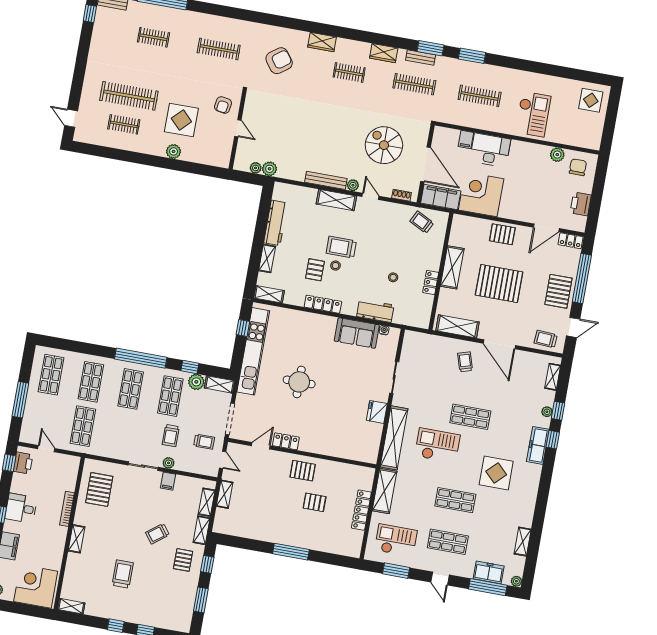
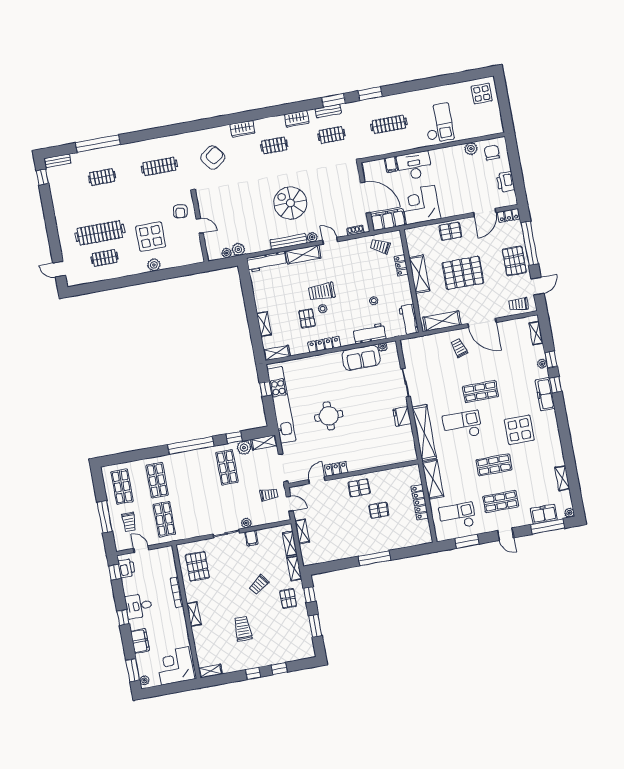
clothes rail: (414, 84) -> (331, 135), width x0.73
spiral stairs: (384, 145) -> (290, 203), moved
workbench: (276, 223) -> (267, 262), moved, turned 90
locker: (431, 282) -> (401, 265), moved
workbench: (423, 311) -> (409, 319), added
shop shelf: (131, 389) -> (192, 474), removed
trolley: (171, 436) -> (129, 522), moved

